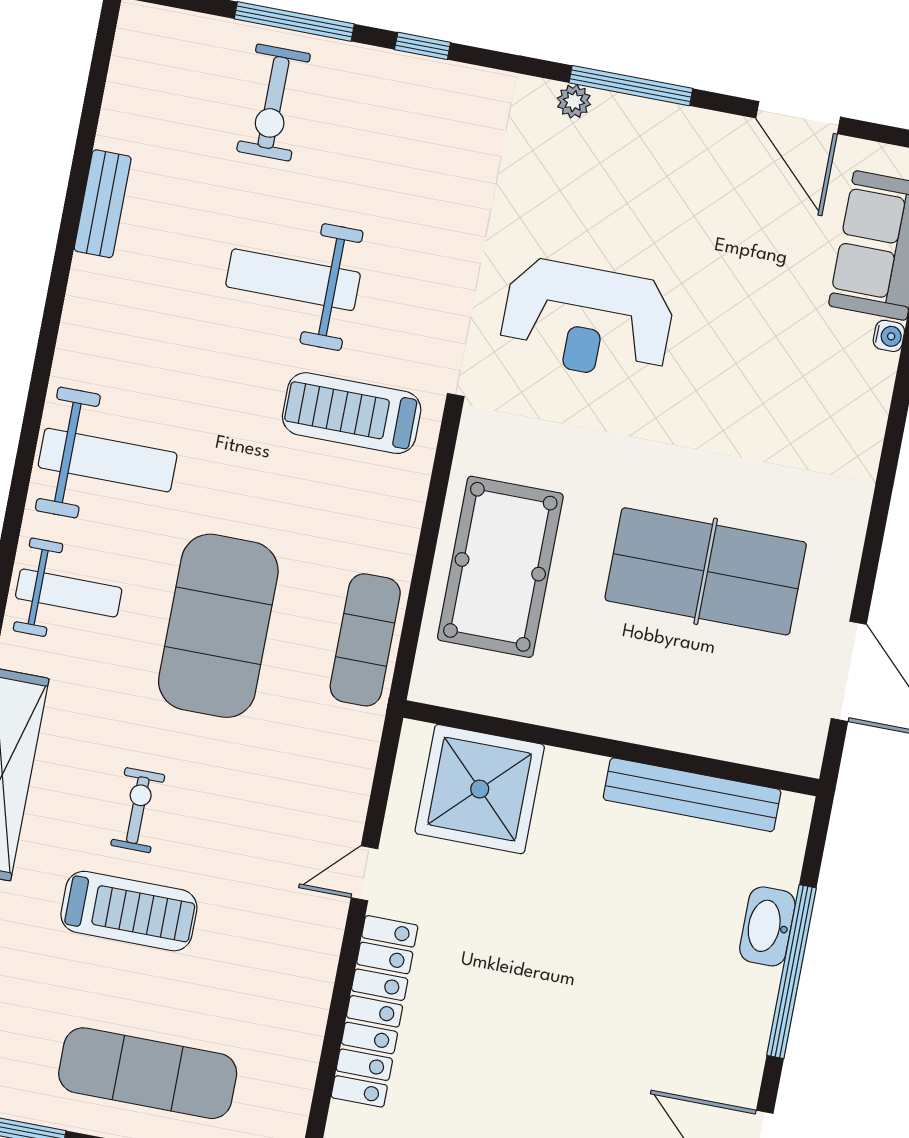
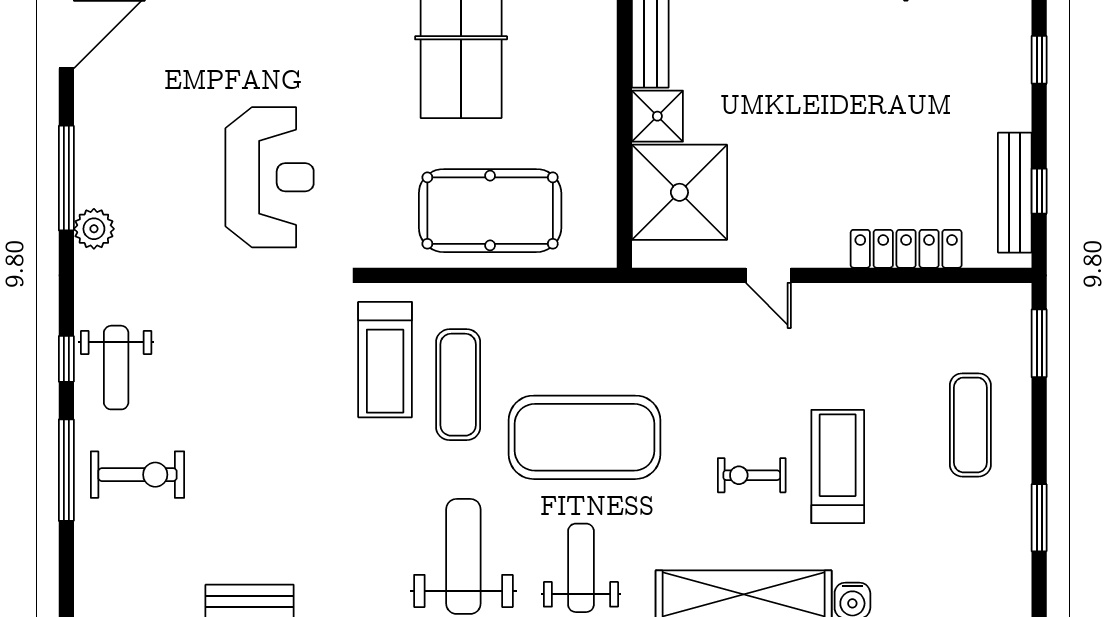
plant: (574, 101) -> (94, 229), width x1.38, depth x1.38
weight bench: (293, 280) -> (116, 368), moved, width x0.73, depth x0.75
exercise mat: (365, 640) -> (458, 385), moved, turned 90
shower: (572, 780) -> (657, 116), added
locker: (375, 1011) -> (906, 249), width x0.71, depth x0.83
exercise mat: (148, 1073) -> (970, 425), width x0.73, depth x0.69

